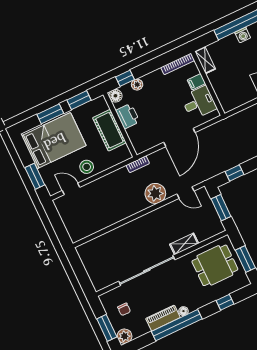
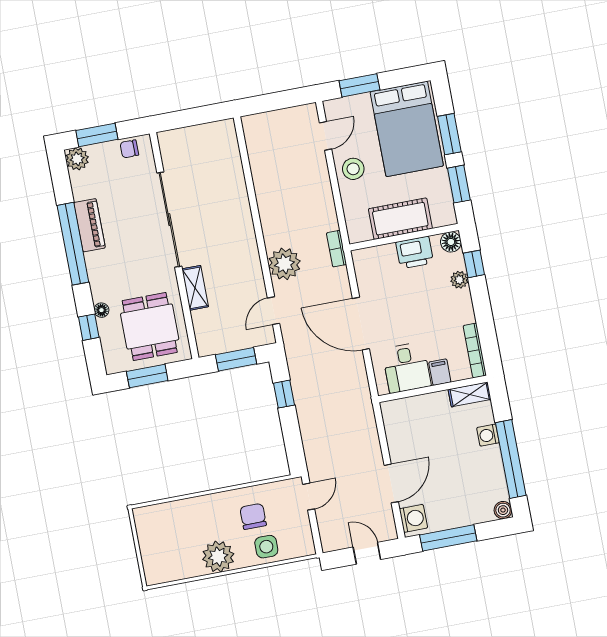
washing machine: (243, 35) -> (488, 435), moved
chair: (124, 309) -> (129, 149), moved
floor lamp: (183, 311) -> (101, 310), moved

